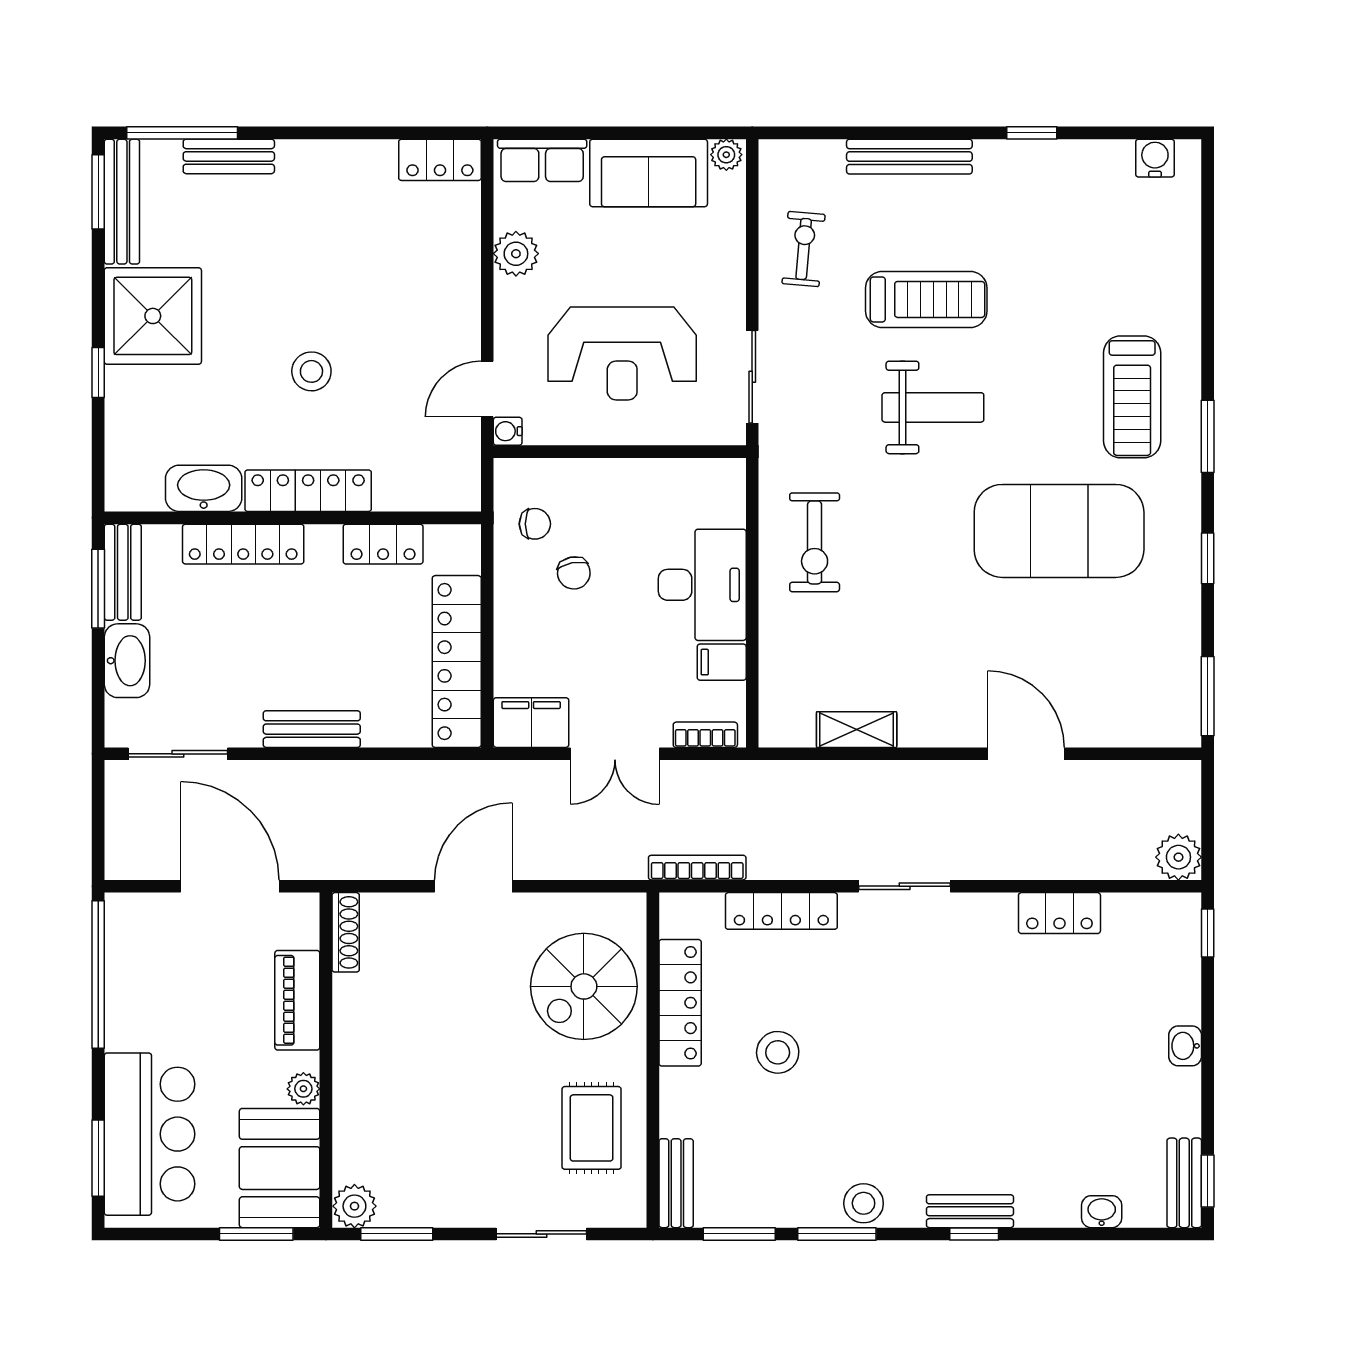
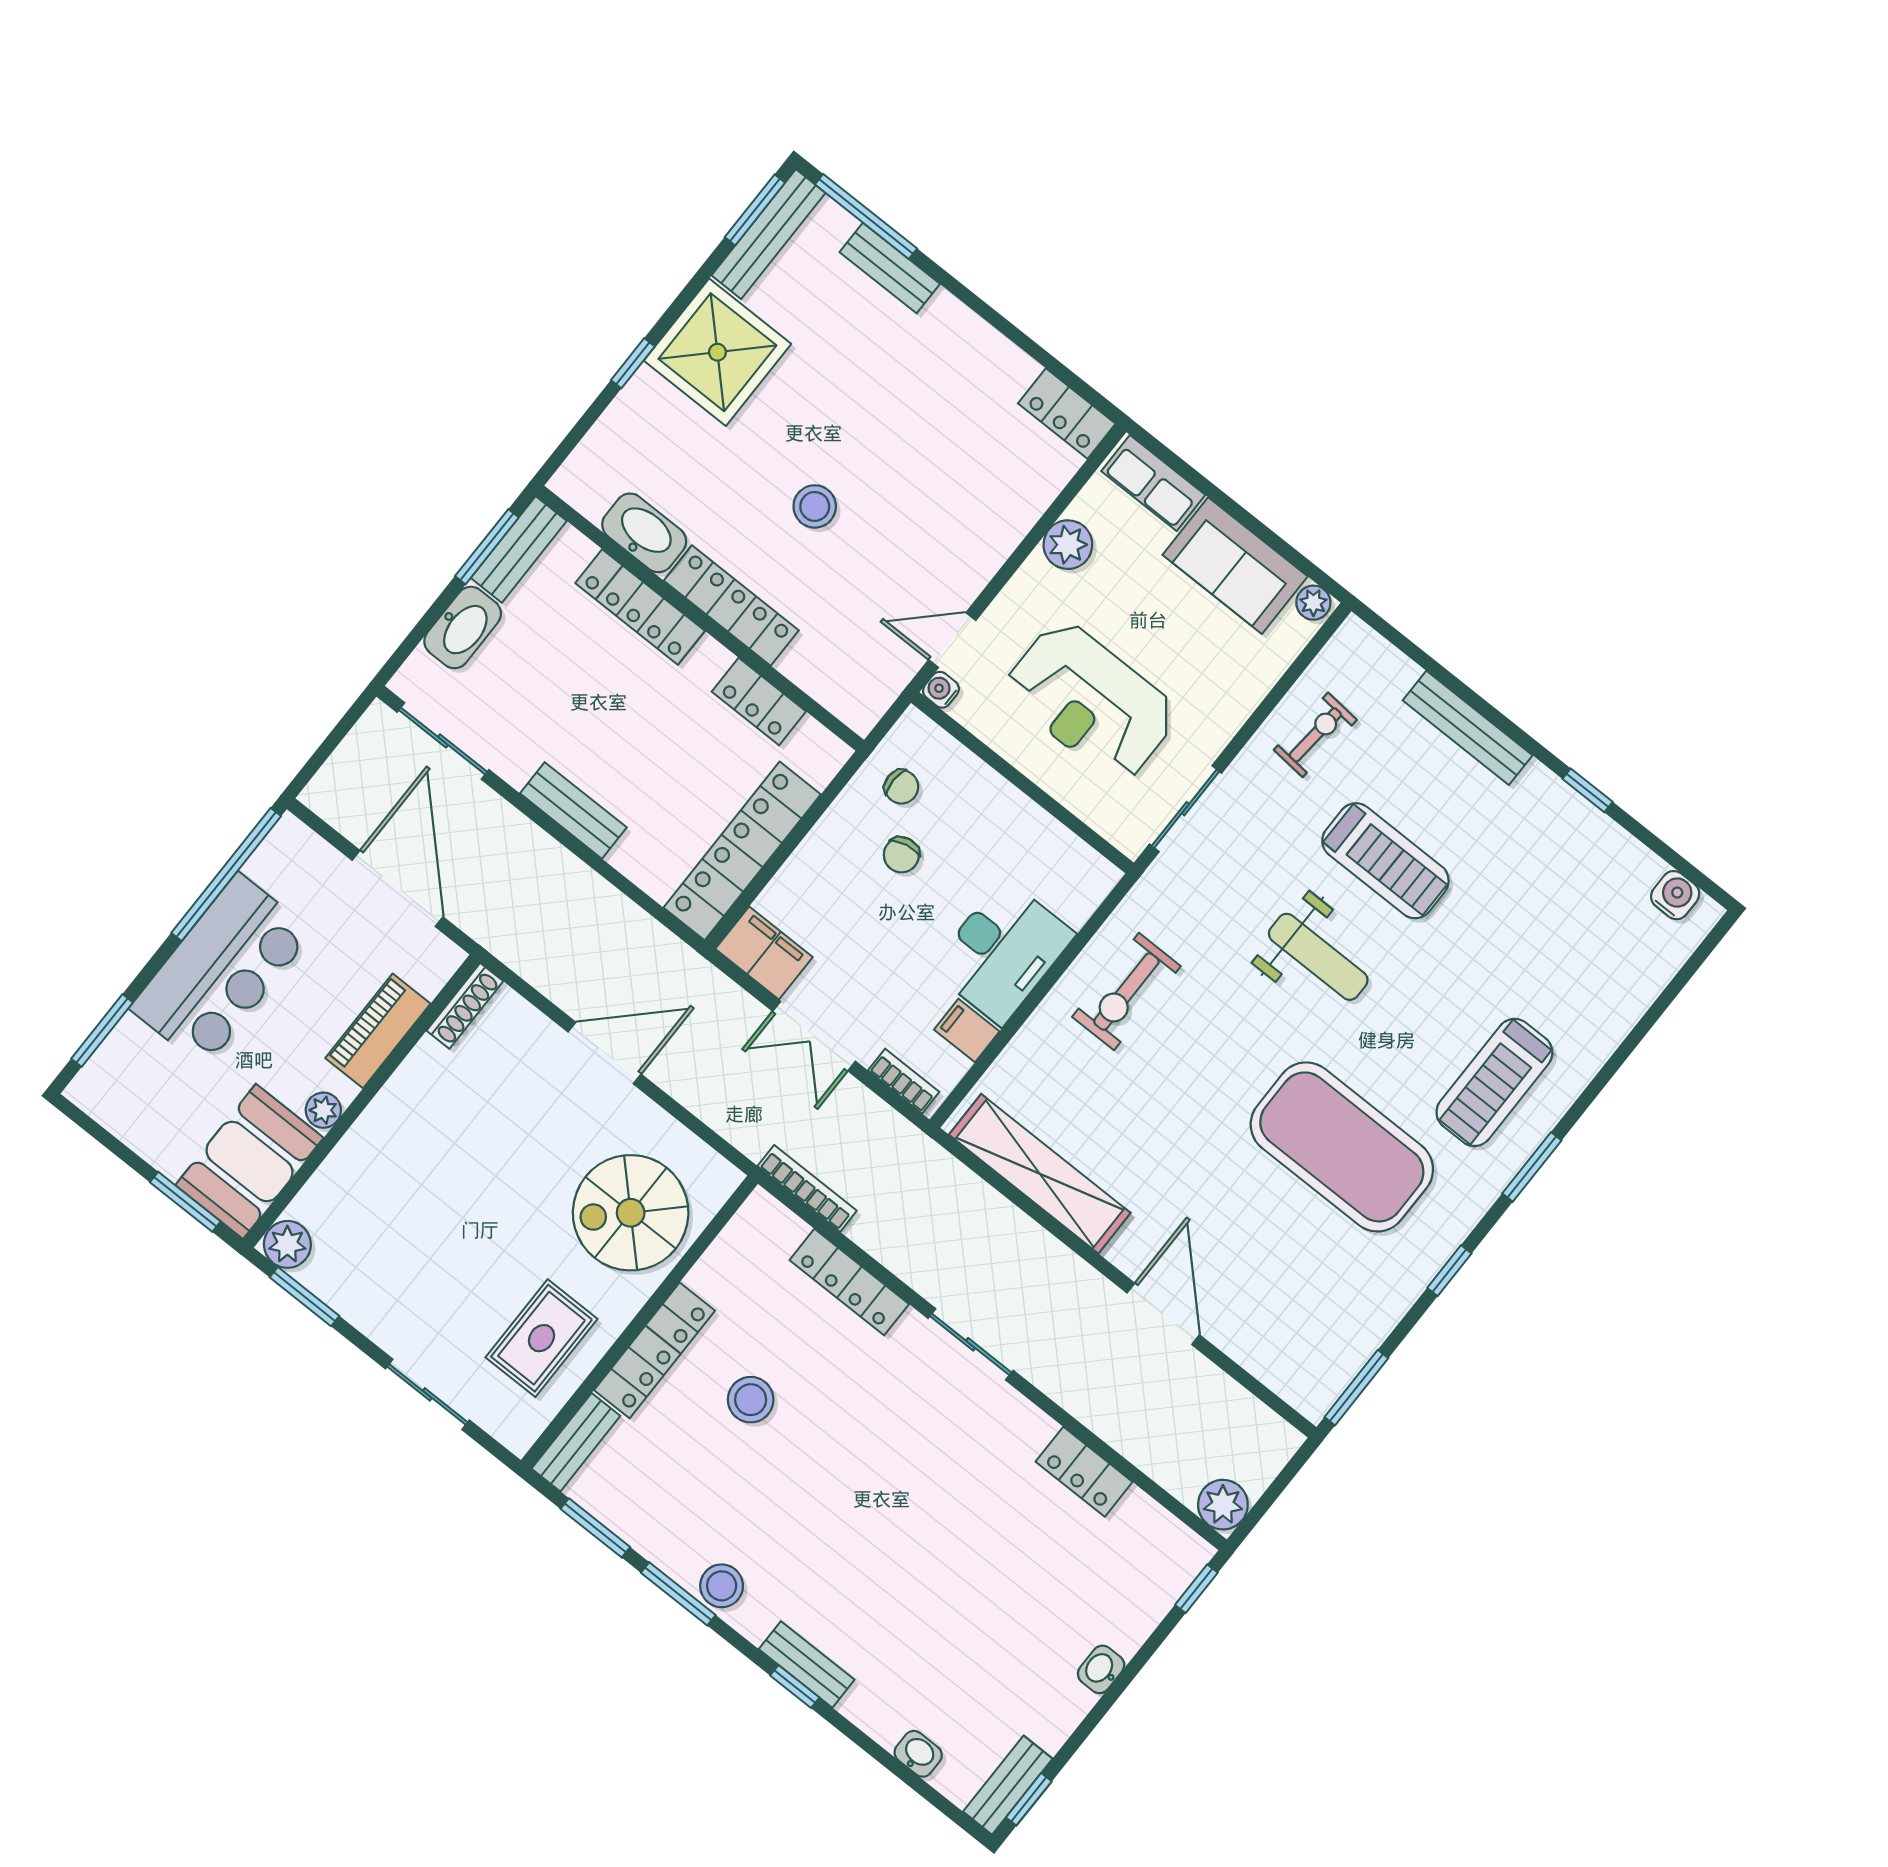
shelving: (857, 730) -> (1040, 1174), width x2.20, depth x1.33
locker: (680, 1003) -> (655, 1350), moved
bar counter: (150, 1134) -> (221, 970), moved

